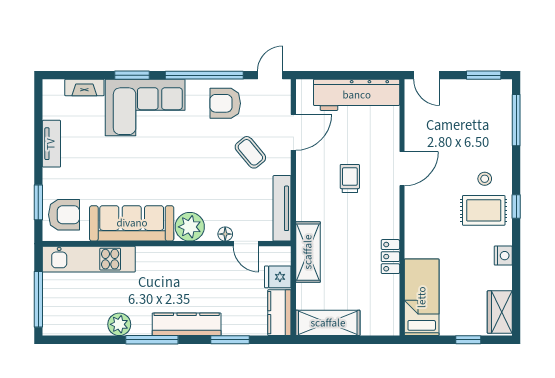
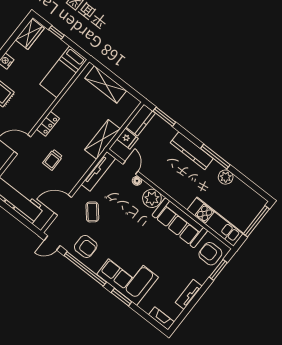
fireplace: (84, 88) -> (161, 318), moved
locker: (390, 257) -> (48, 124), moved
shelving: (328, 323) -> (106, 84), moved
window: (230, 340) -> (164, 117), moved

